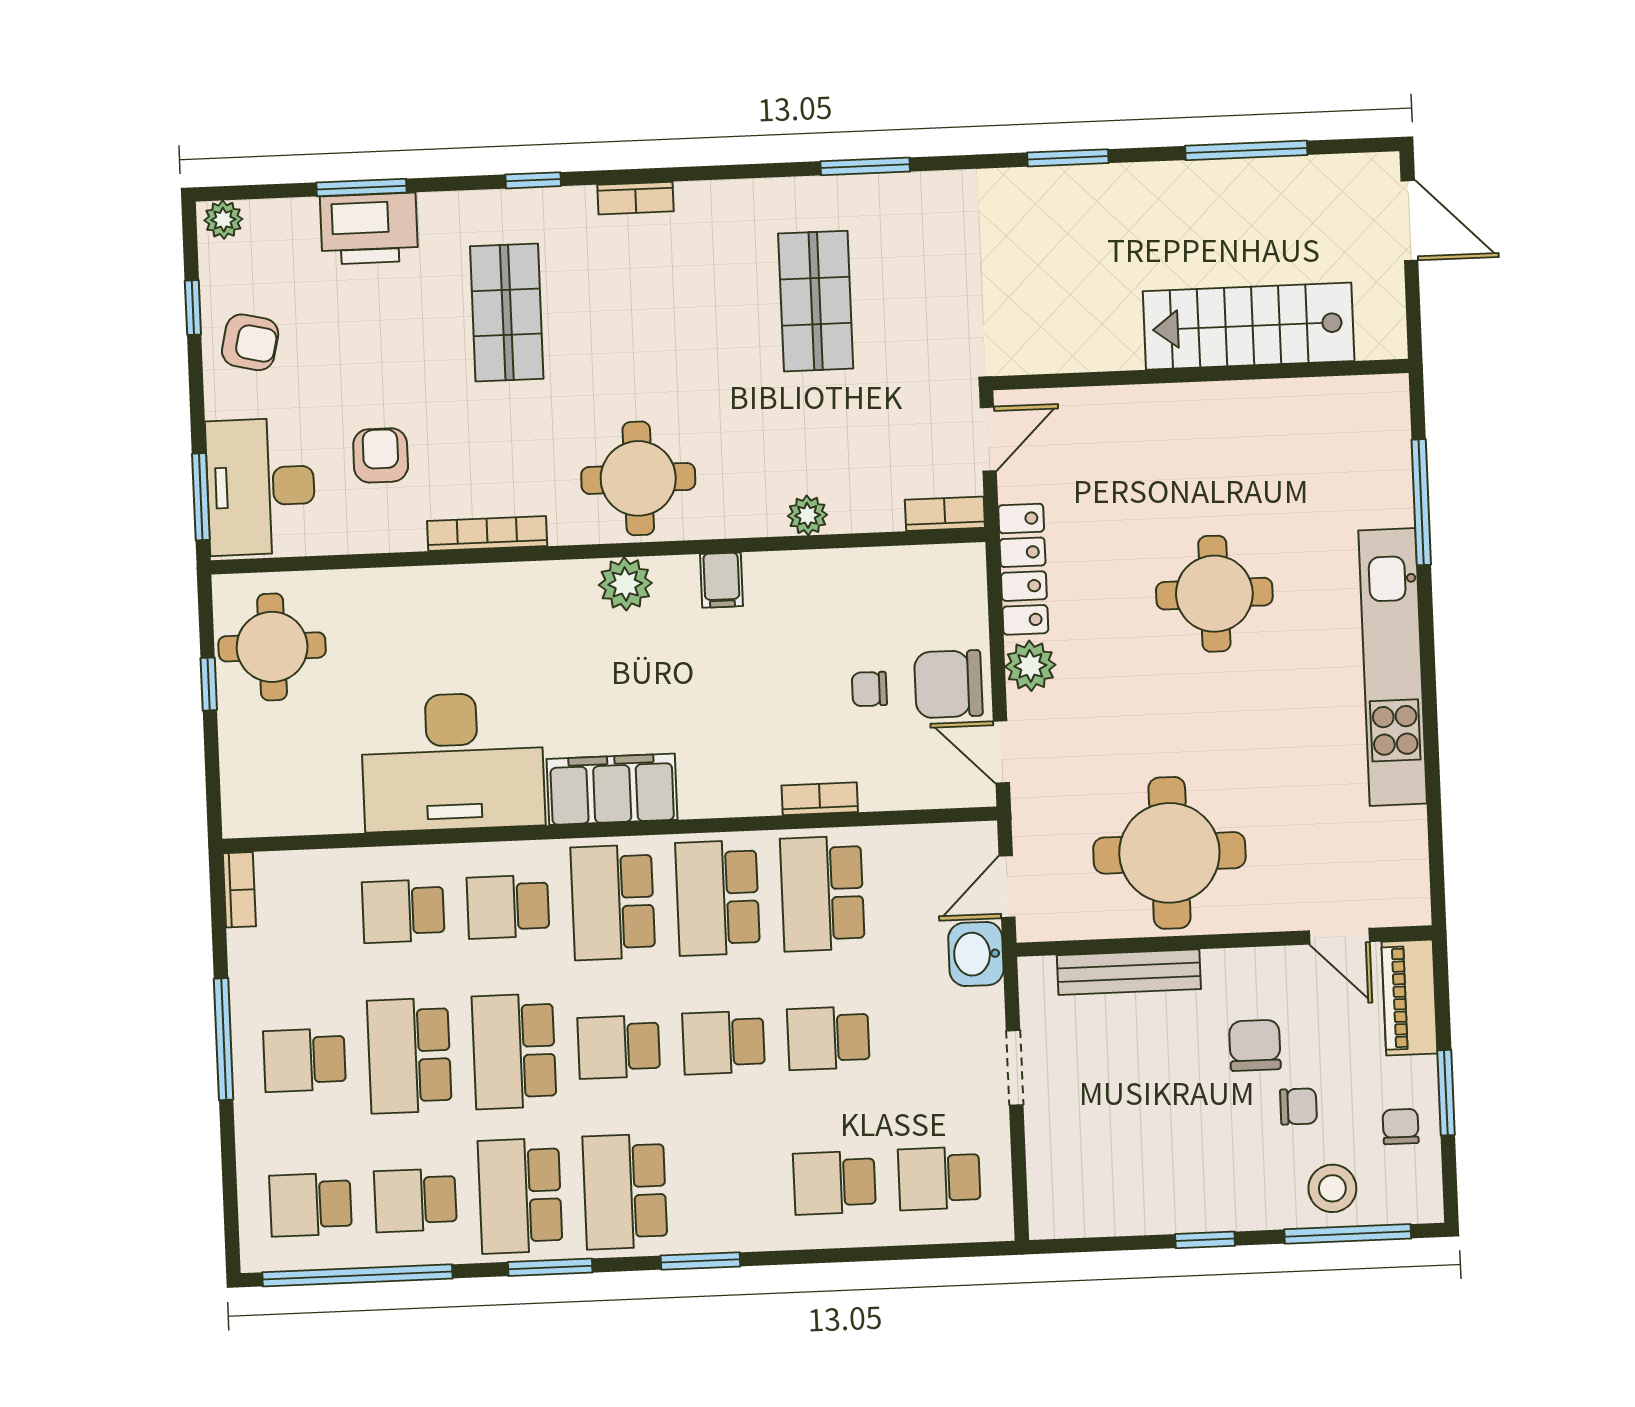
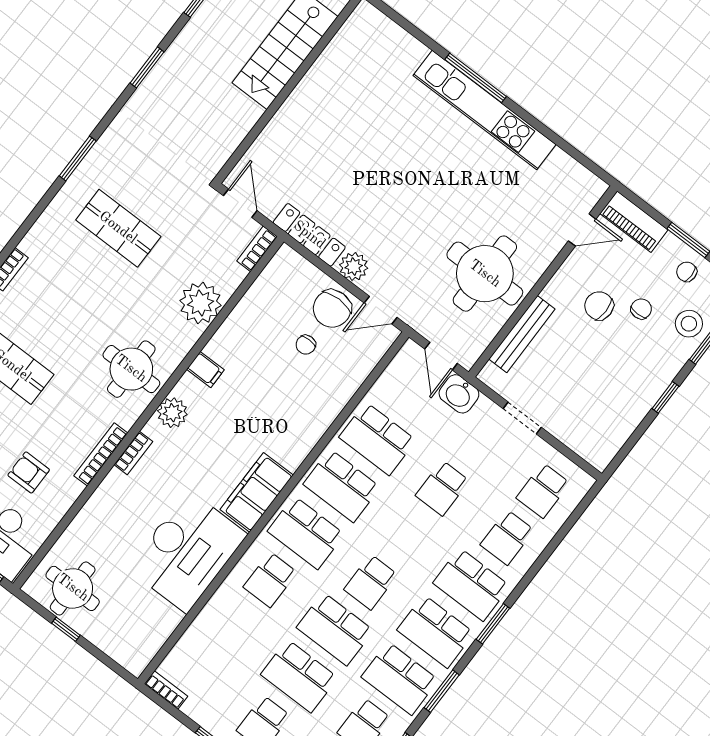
window: (1421, 502) -> (476, 78), moved
plant: (808, 515) -> (200, 303), width x1.87, depth x1.87
round table: (1214, 594) -> (389, 161), removed
bookcase: (820, 799) -> (133, 453), moved, turned 180
school desk: (403, 911) -> (234, 627), removed
school desk: (724, 1042) -> (471, 584), moved, width x1.85

